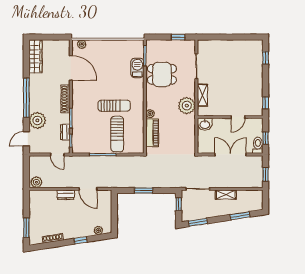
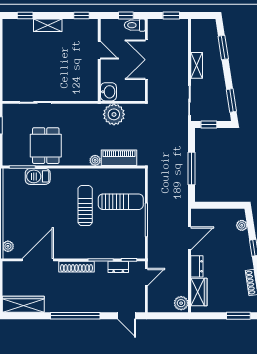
shelving: (202, 95) -> (48, 25), moved
plant: (187, 106) -> (114, 114), moved
plant: (37, 120) -> (104, 302), removed
window: (144, 190) -> (191, 169), width x1.44
wardrobe: (45, 196) -> (199, 292), added

